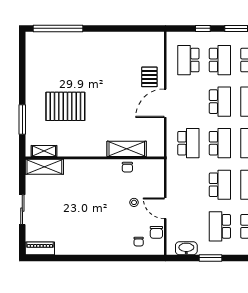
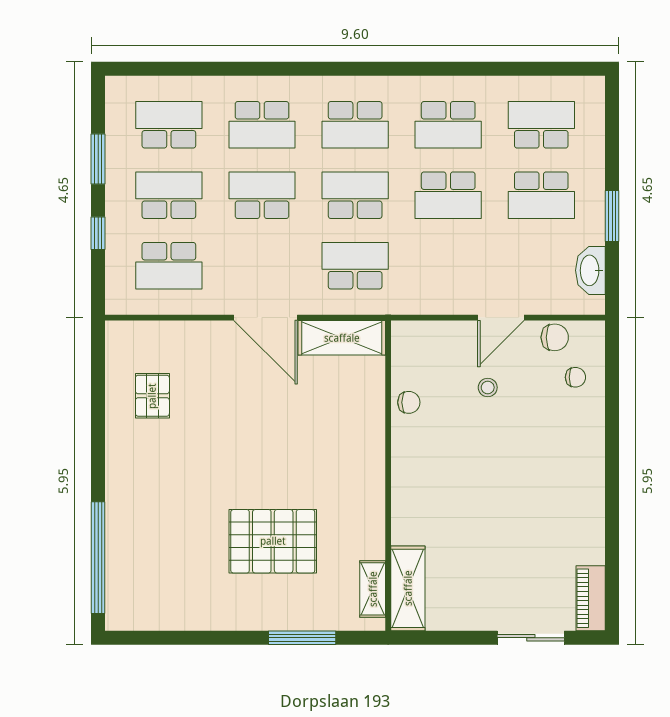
pallet: (149, 77) -> (152, 396), moved, turned 90
pallet: (65, 106) -> (273, 541), turned 90
shelving: (127, 149) -> (342, 338), moved, turned 90
school desk: (220, 185) -> (448, 195), turned 180
sliding door: (22, 210) -> (531, 638), moved

